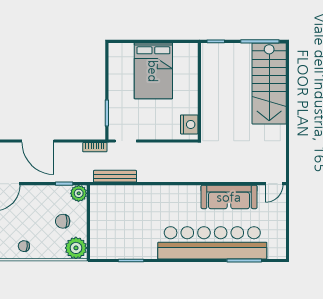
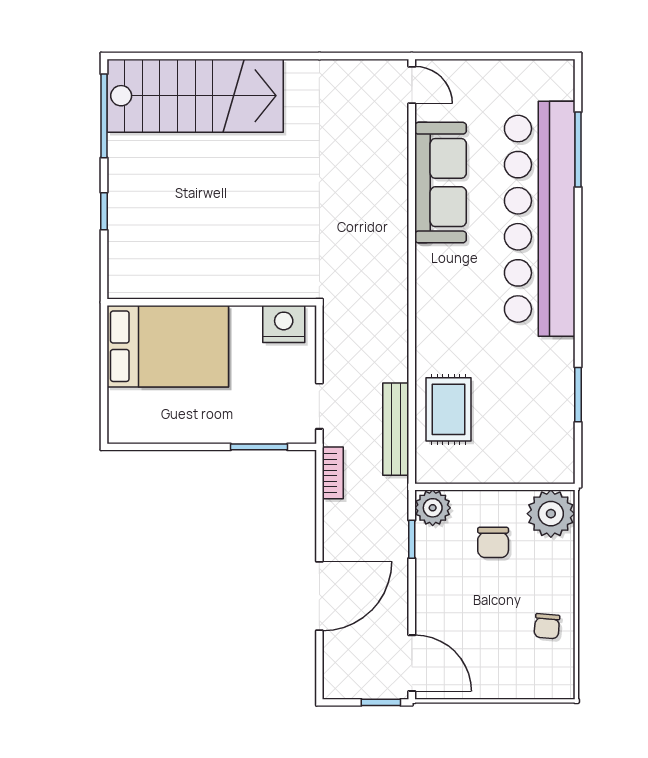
wall: (199, 91) -> (212, 302), moved
nightstand: (189, 124) -> (284, 324), moved
rug: (124, 201) -> (449, 409), added

